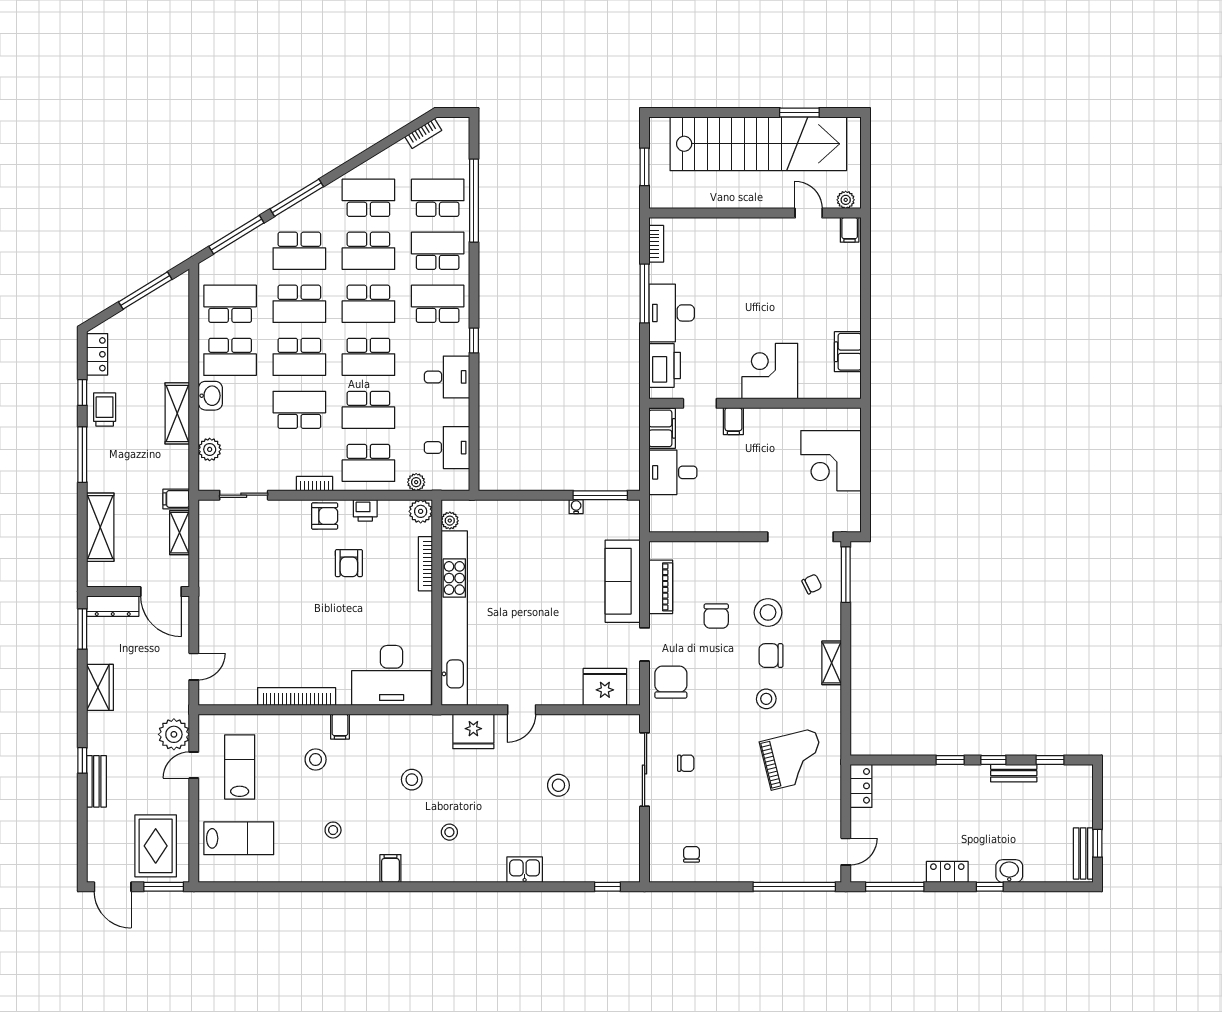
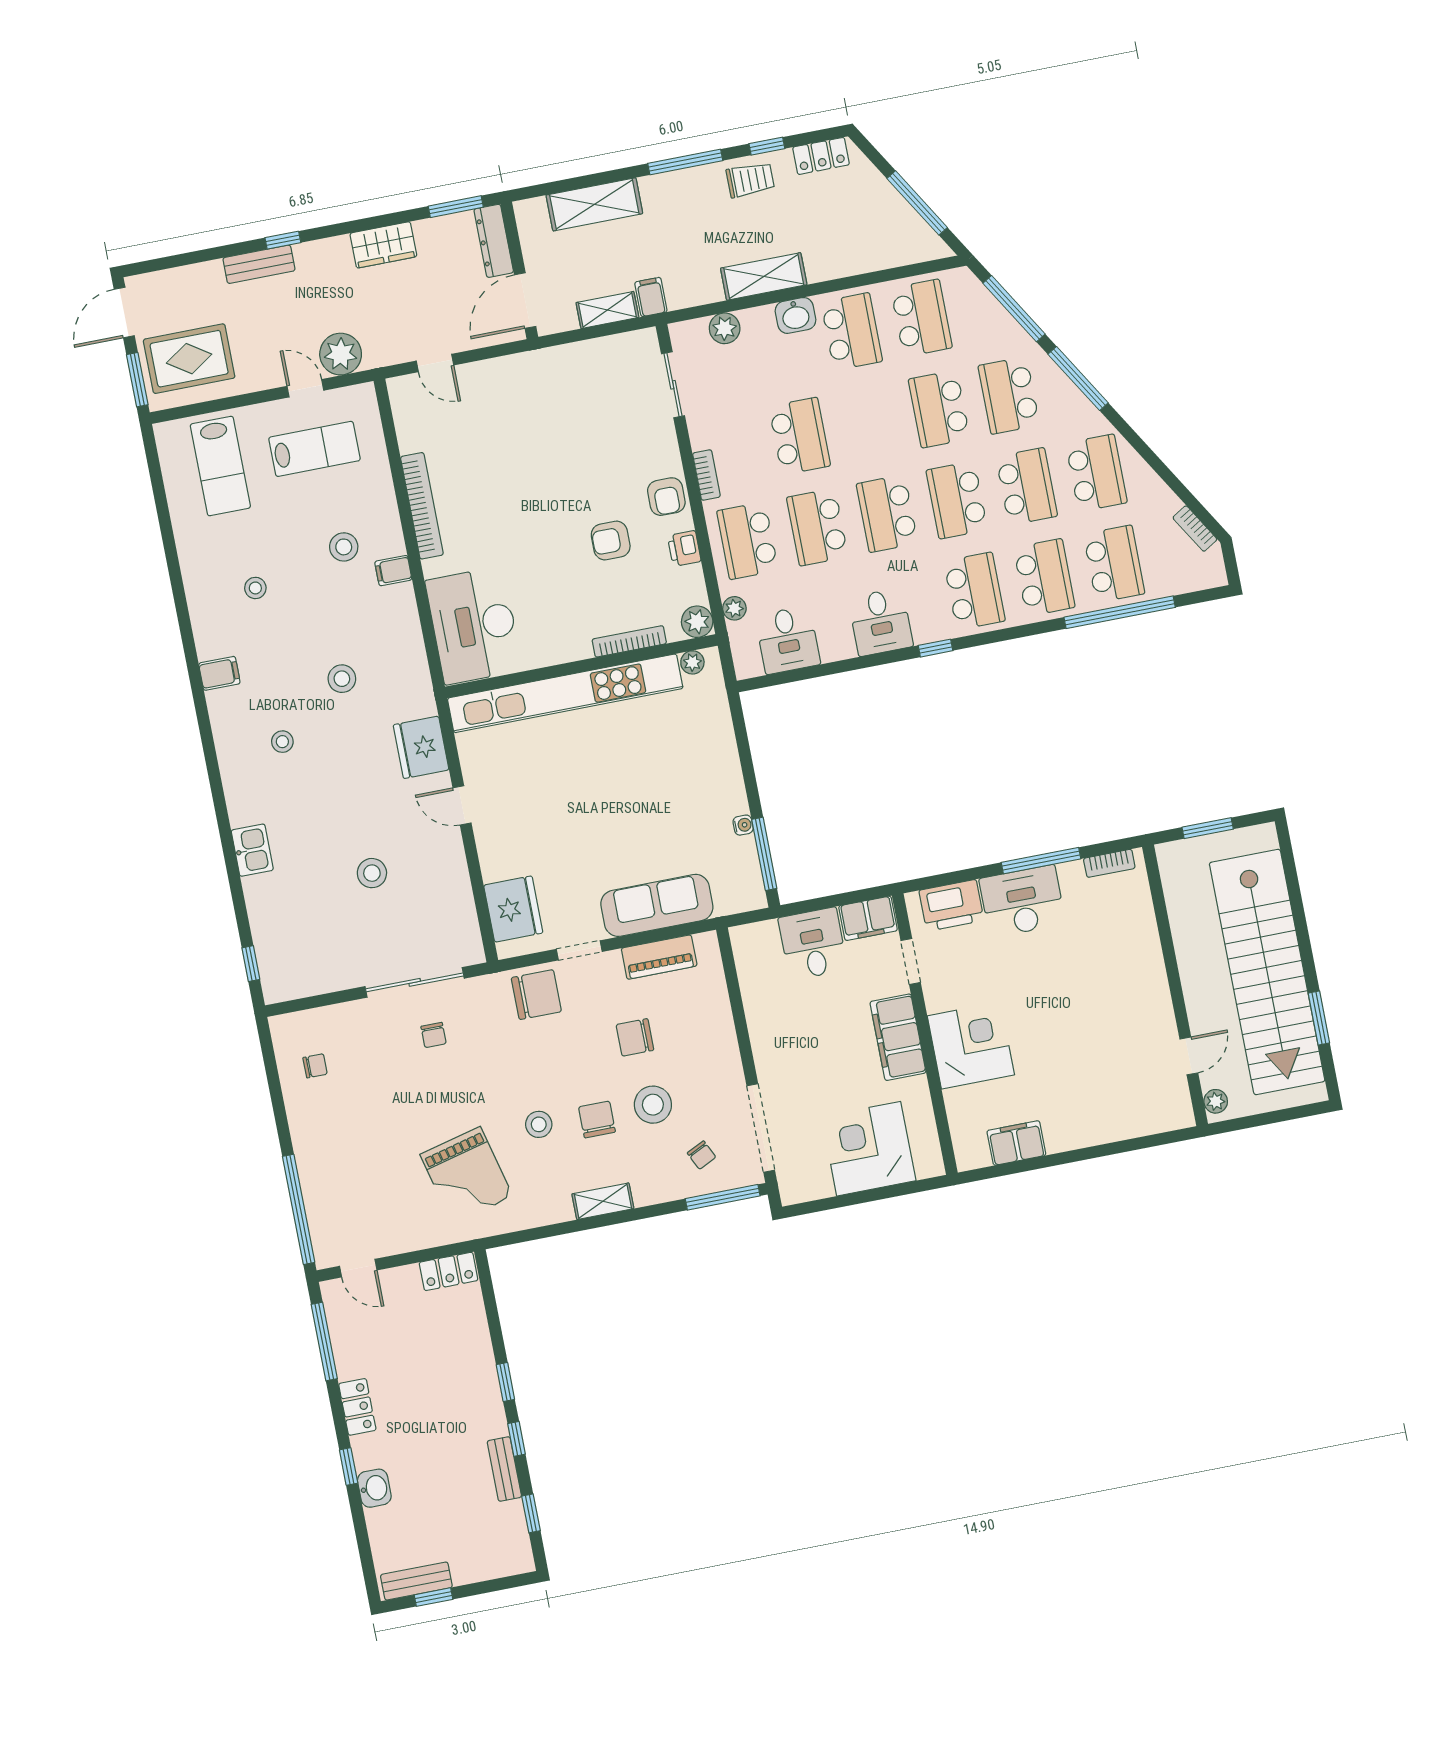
filing cabinet: (850, 230) -> (1177, 1114), removed
school desk: (368, 251) -> (1027, 486), turned 180
school desk: (230, 357) -> (852, 332), turned 180
school desk: (299, 357) -> (869, 423), removed
filing cabinet: (733, 421) -> (898, 1037), width x3.00, depth x1.17

